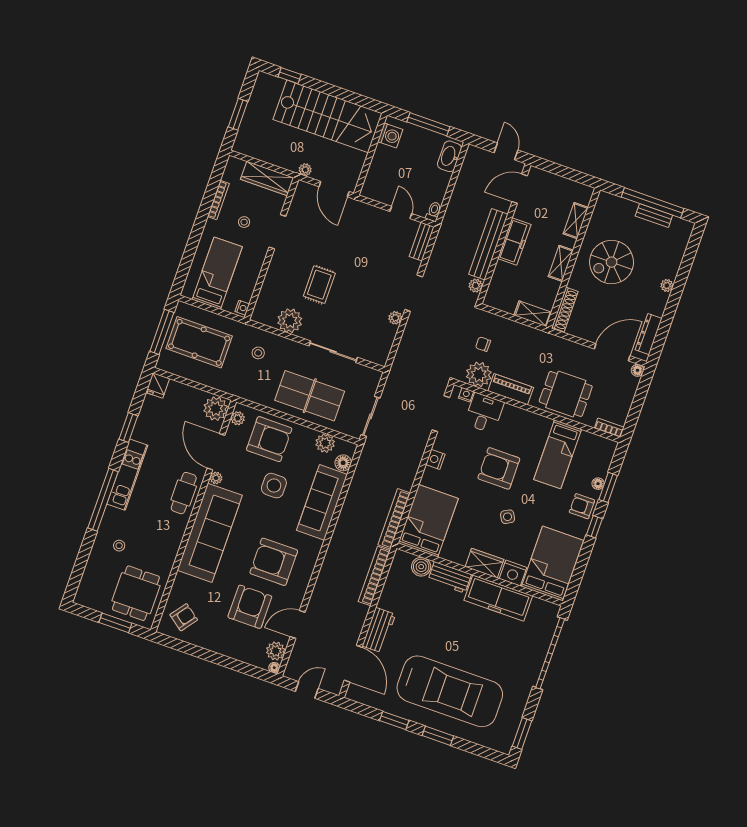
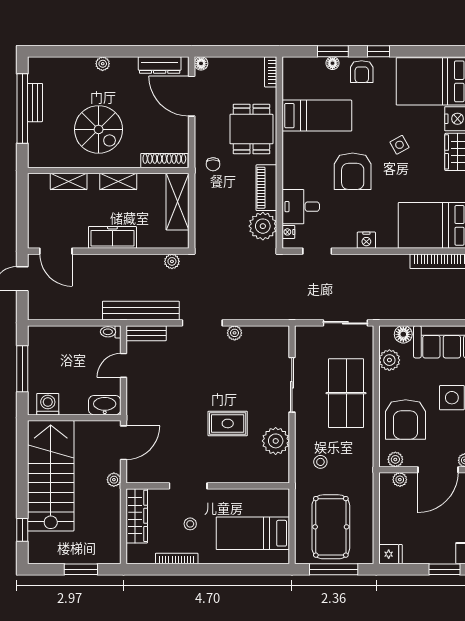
washbasin: (449, 156) -> (105, 405), moved, turned 180
bench: (488, 244) -> (141, 311), moved
nightstand: (242, 308) -> (279, 495), removed
shelving: (533, 314) -> (178, 202), width x1.50, depth x1.33
chair: (483, 344) -> (213, 164), moved
plant: (216, 409) -> (400, 480), width x0.53, depth x0.53
doorway: (441, 414) -> (317, 251), width x0.73
armchair: (269, 439) -> (406, 419), turned 180

